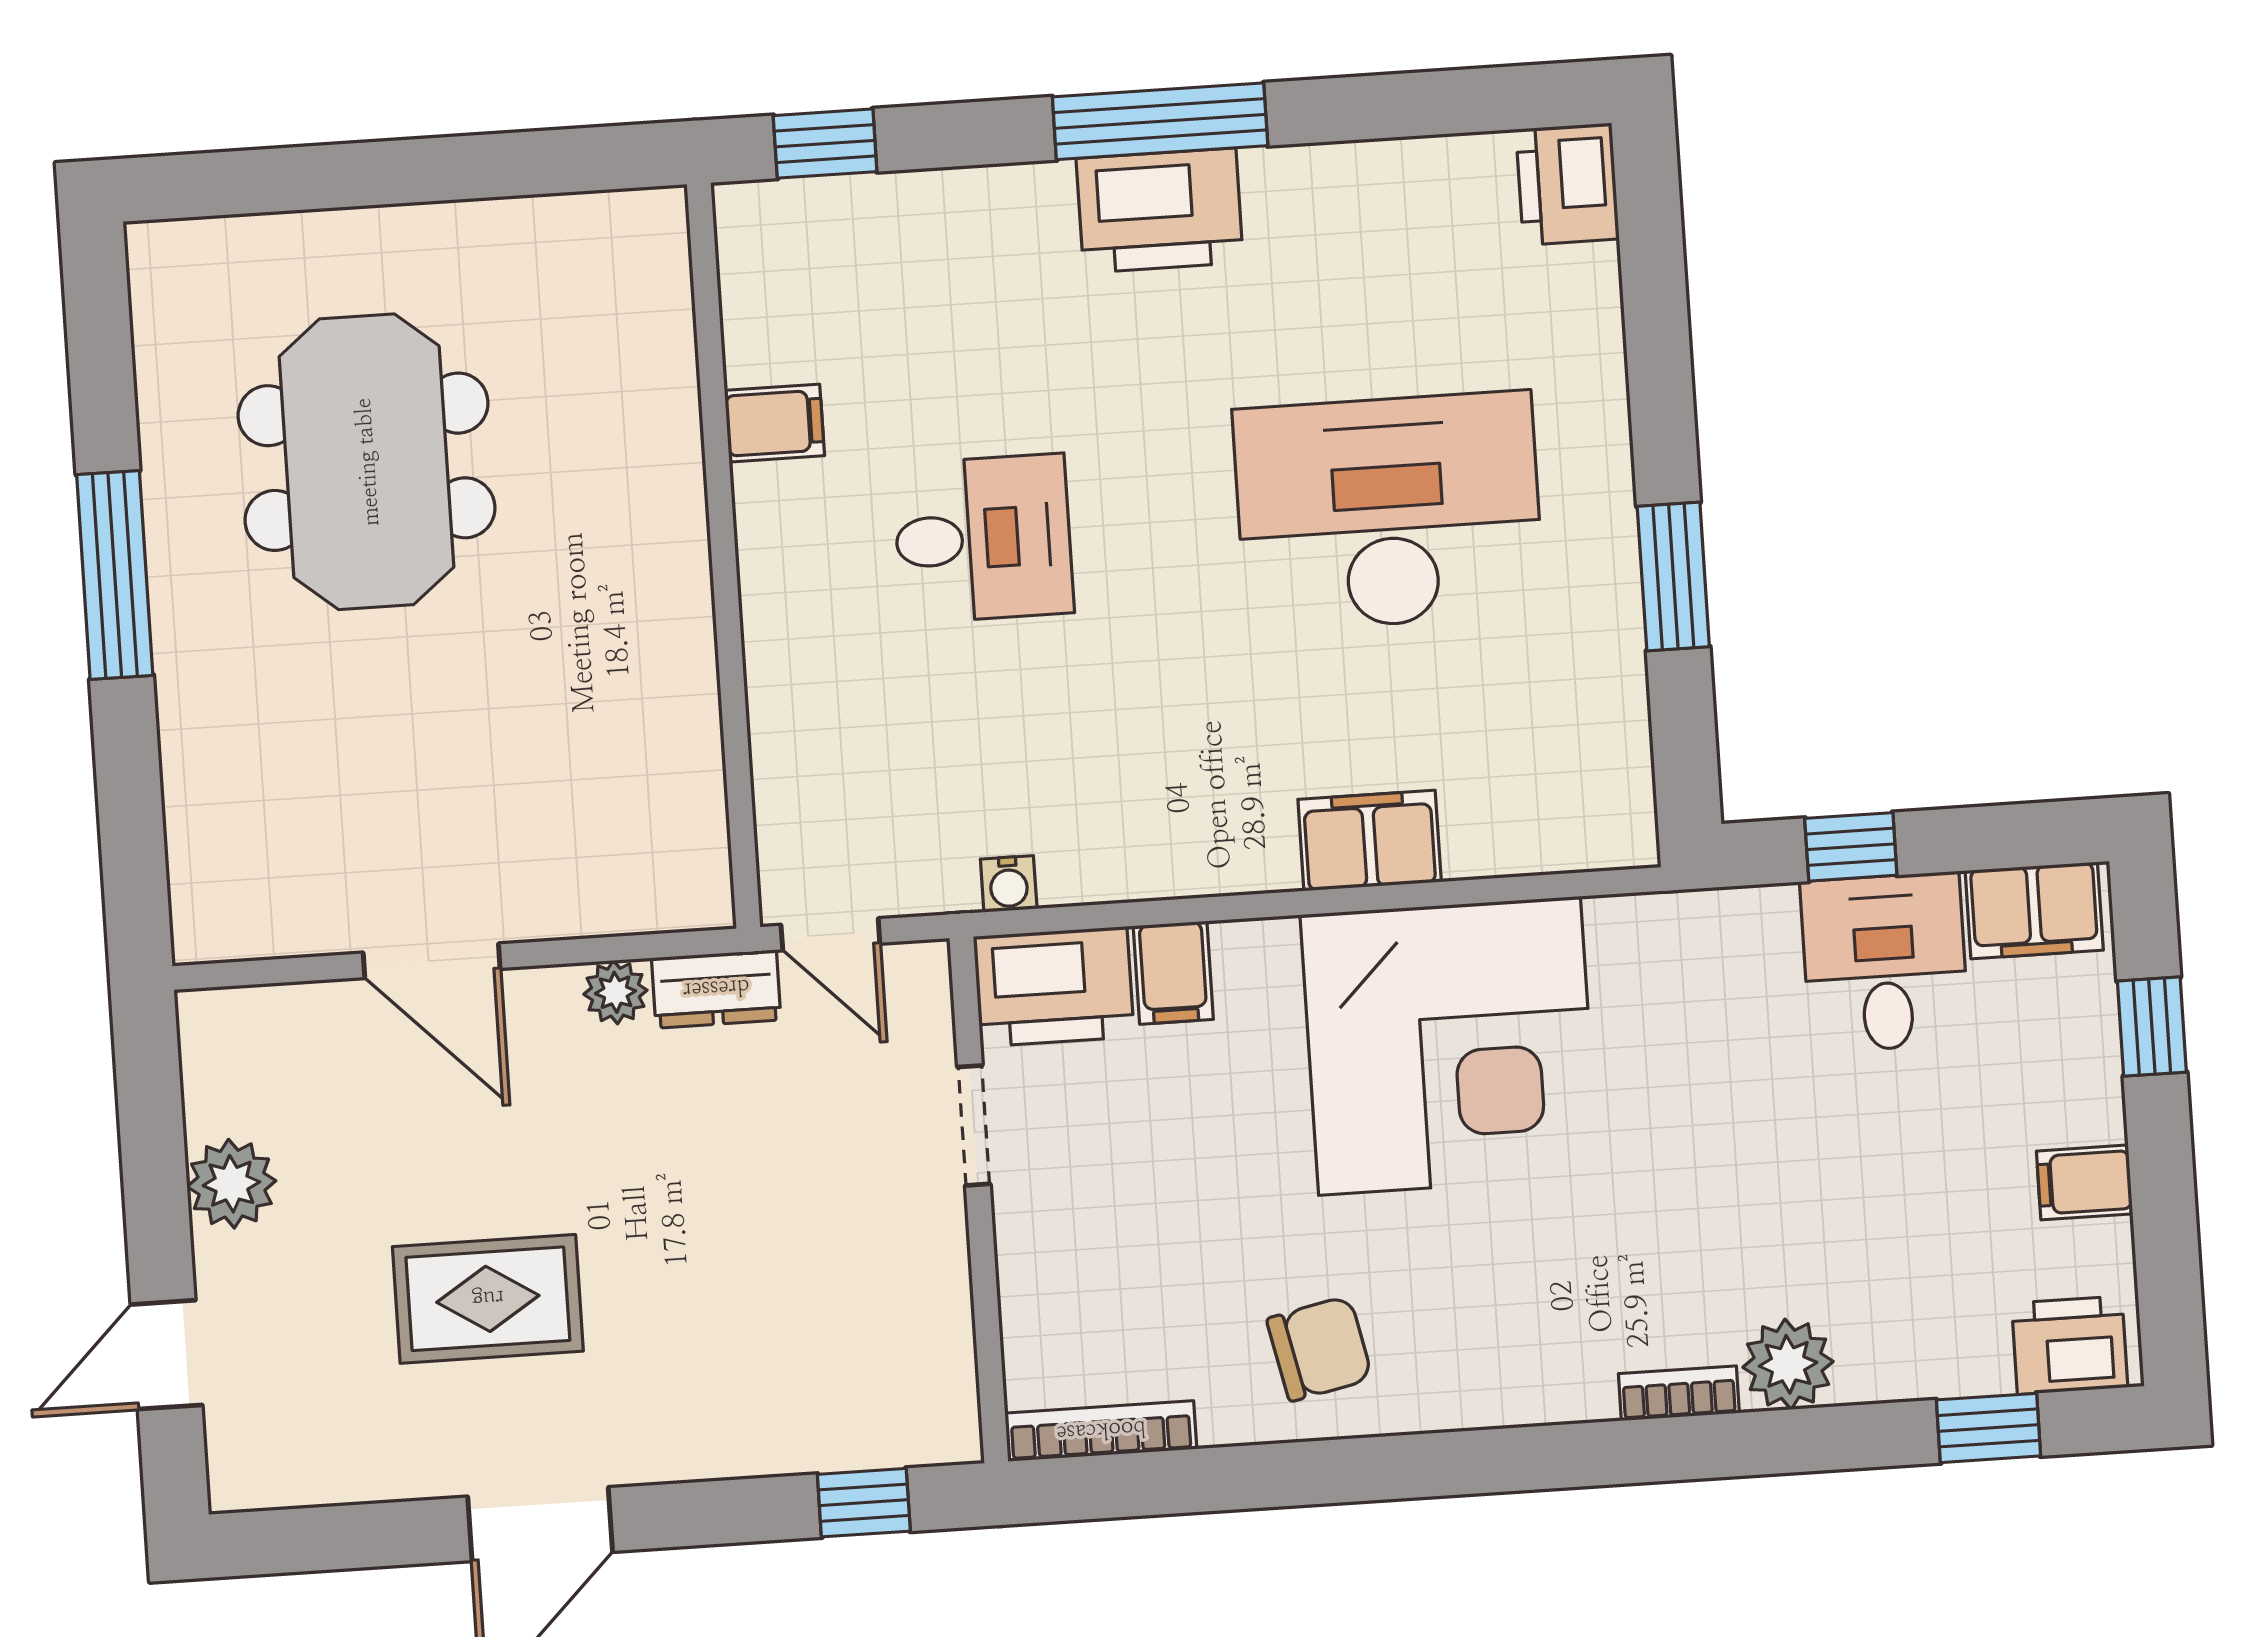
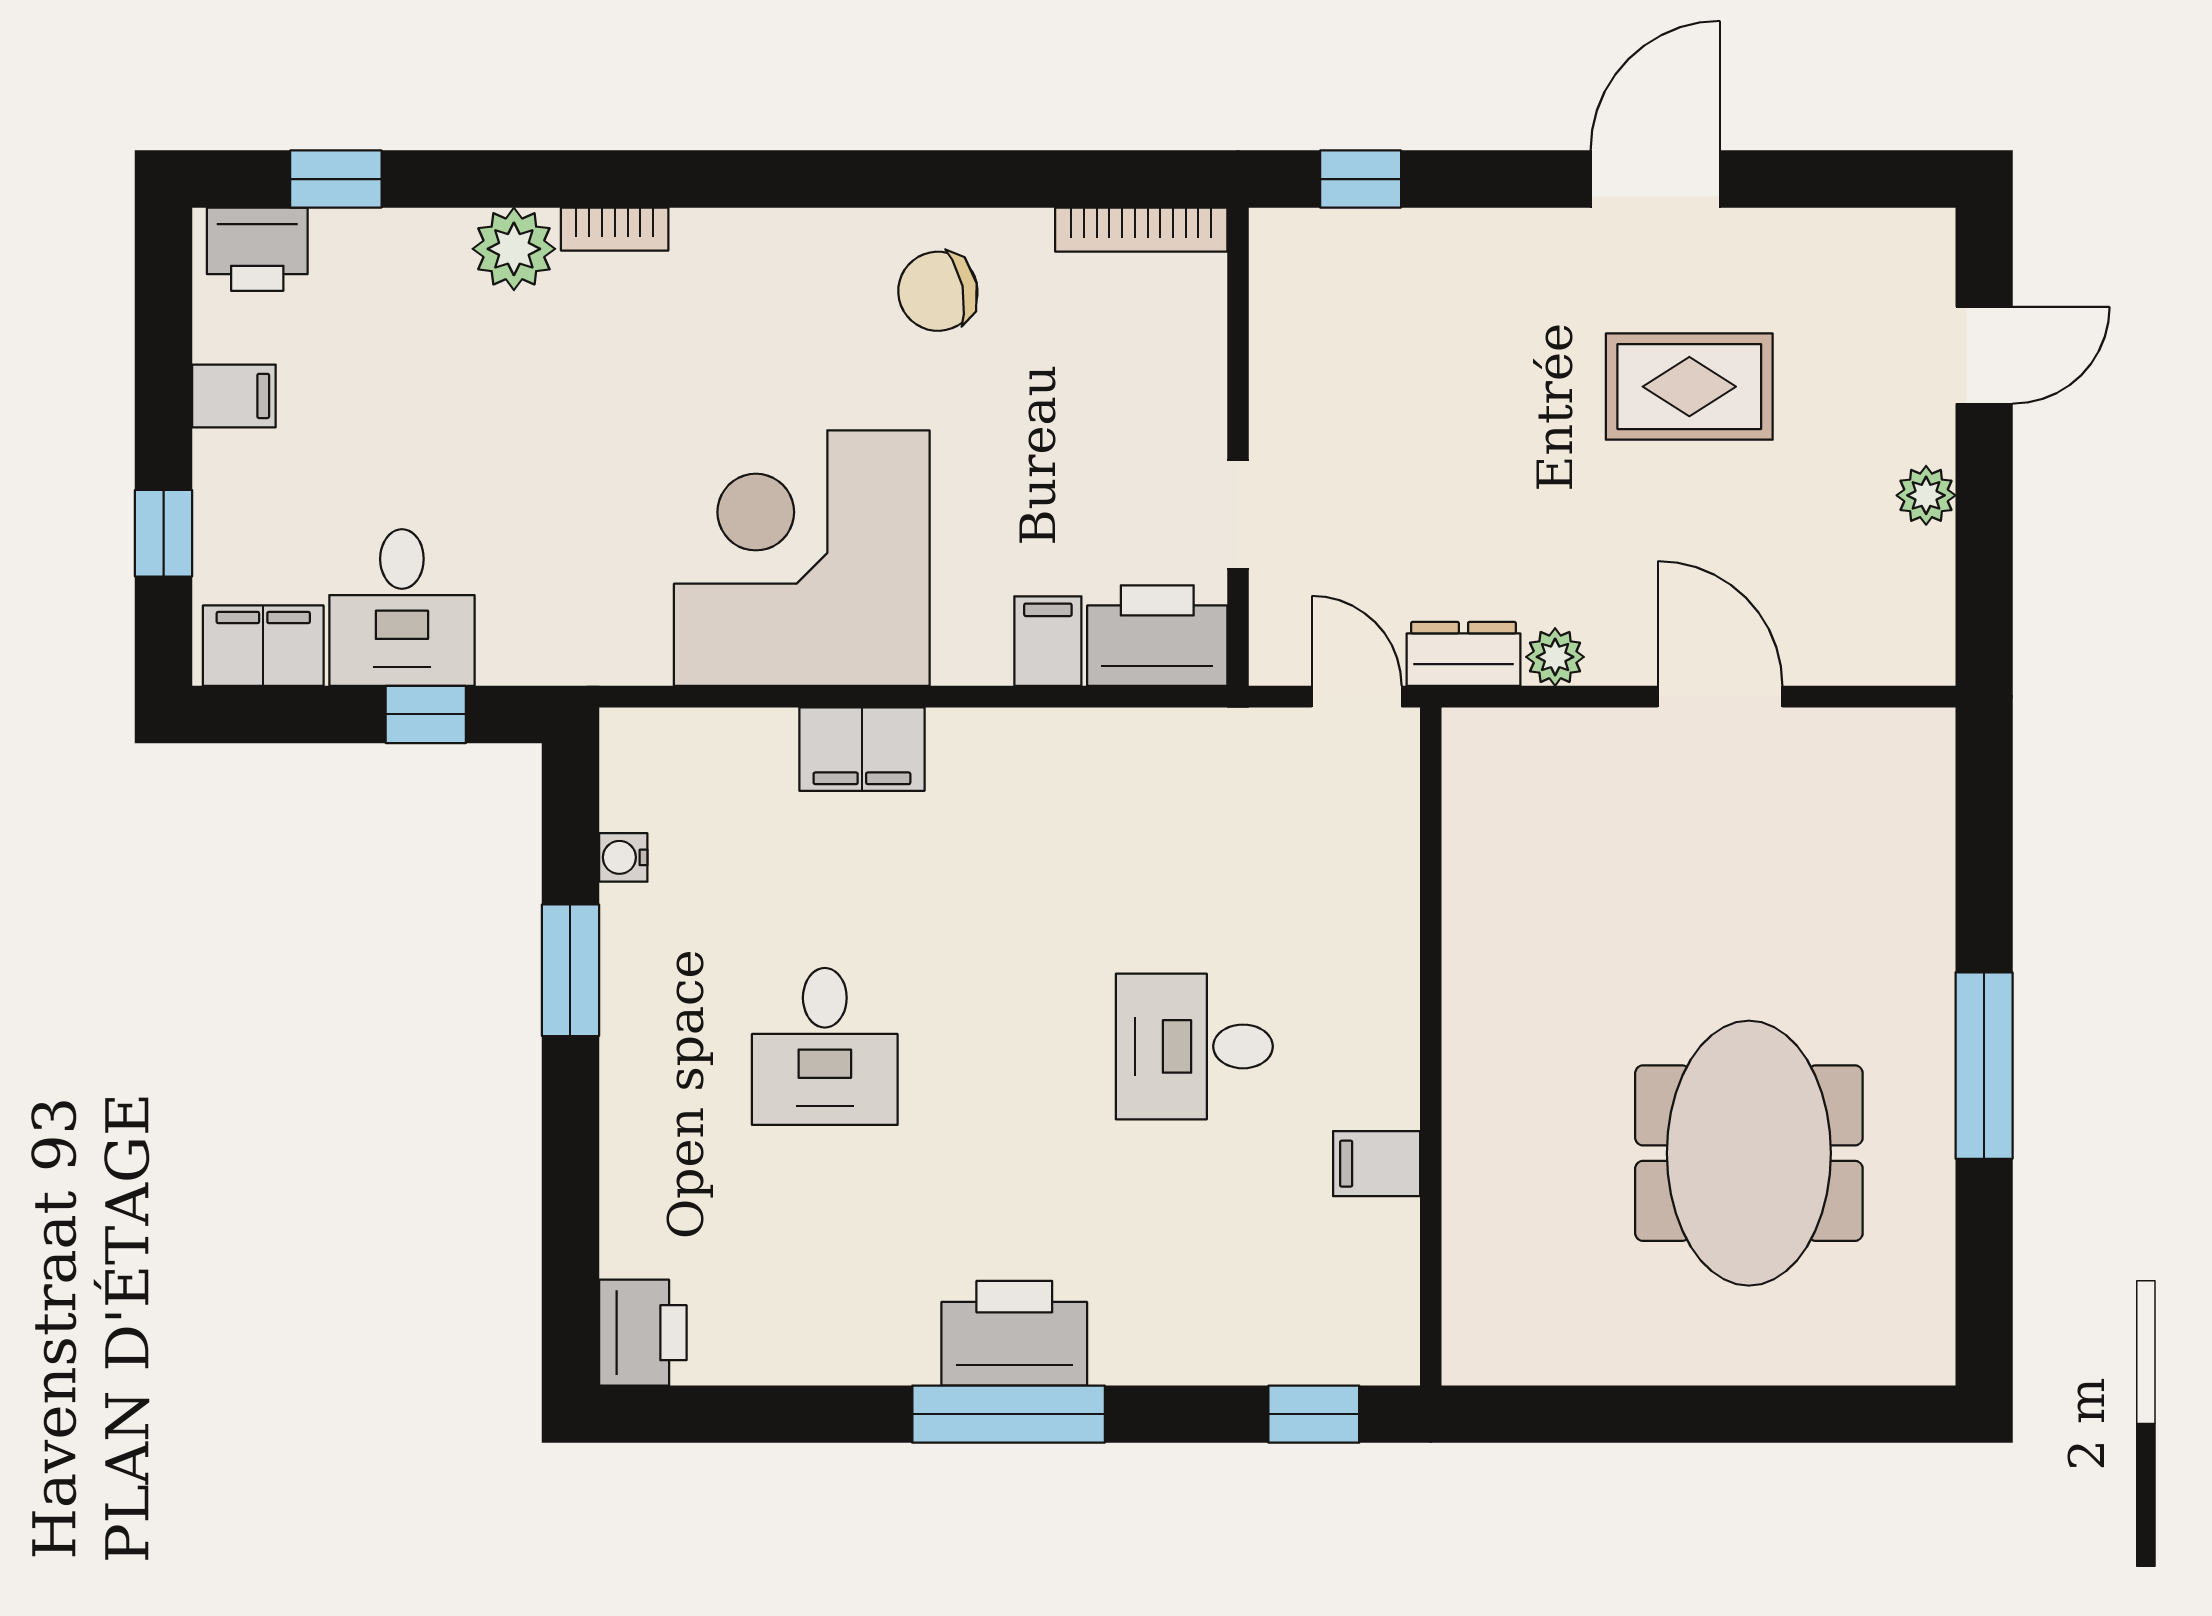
desk: (1389, 511) -> (825, 1046), width x0.53, depth x0.77
water cooler: (1009, 884) -> (623, 857), moved, turned -90
plant: (231, 1184) -> (1926, 495), width x0.73, depth x0.73

